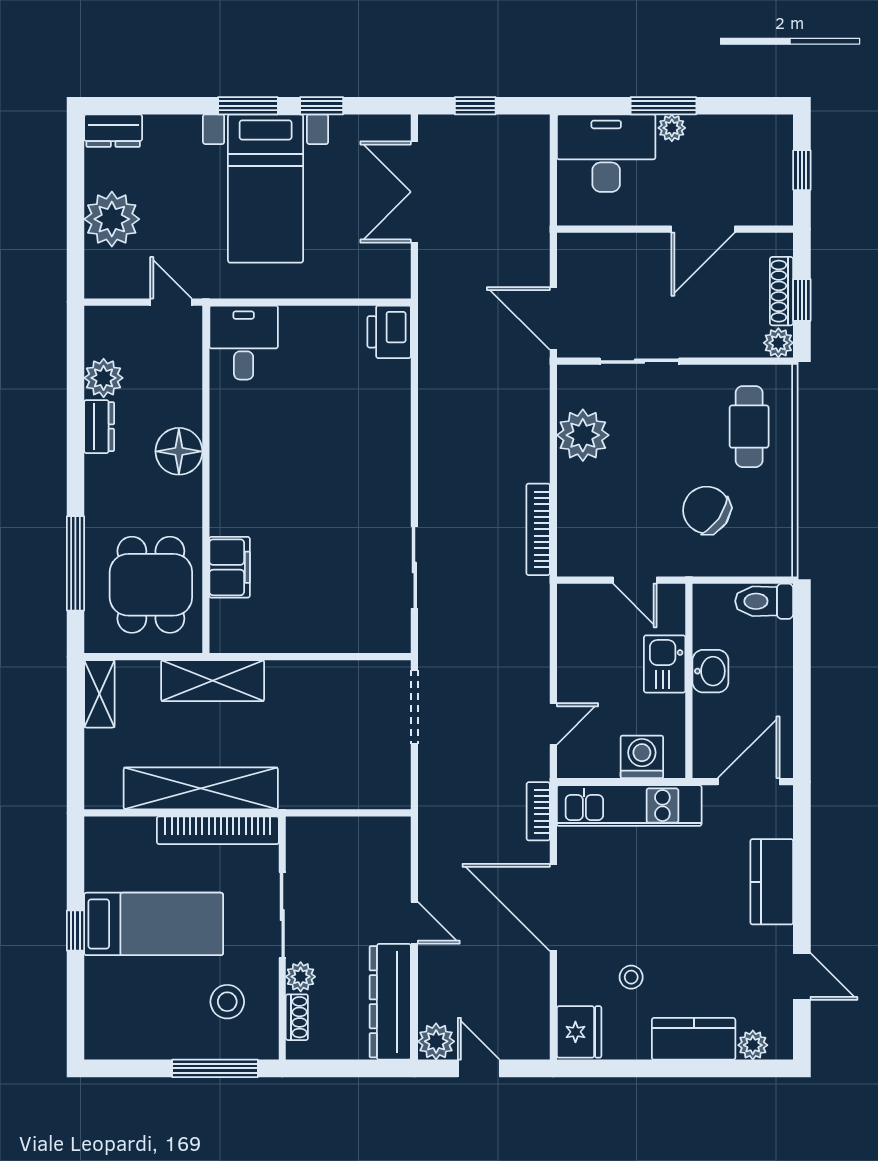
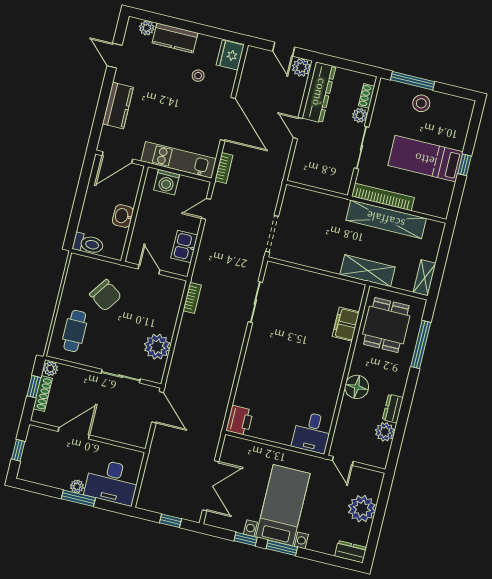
bookcase: (538, 529) -> (192, 298), width x0.64
kitchen sink: (665, 664) -> (184, 247), moved, turned 180
stool: (227, 1002) -> (421, 103), moved

